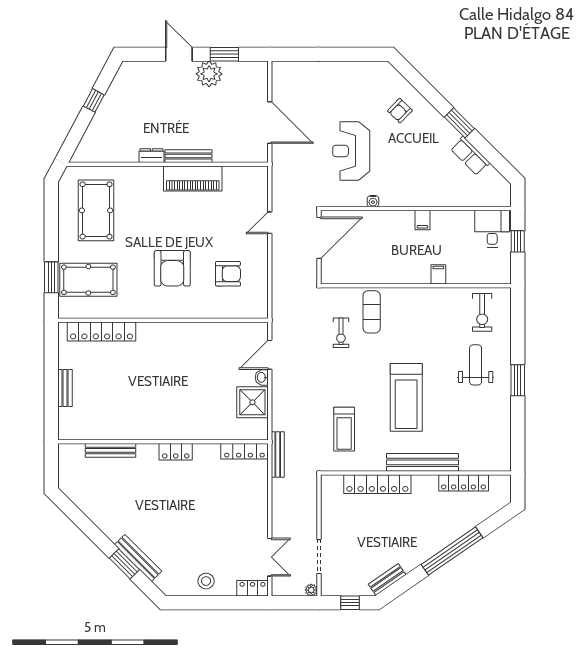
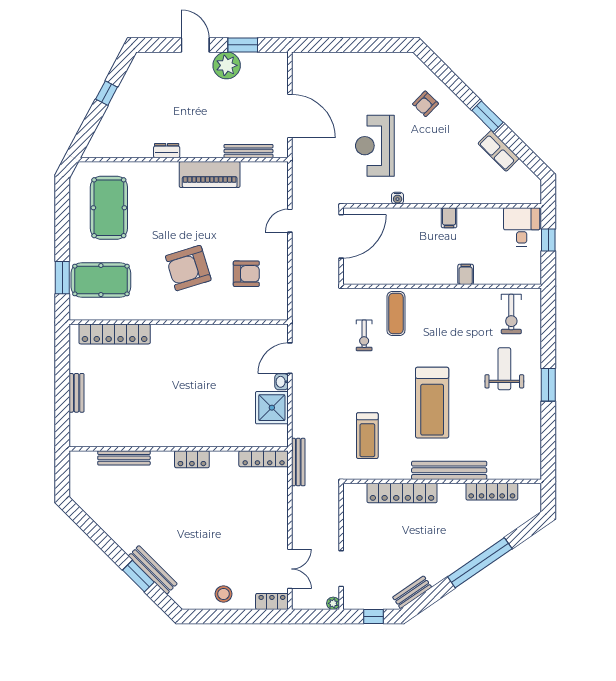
bench: (189, 156) -> (249, 151), moved
armchair: (172, 268) -> (188, 268), turned 73

